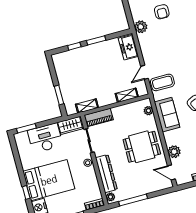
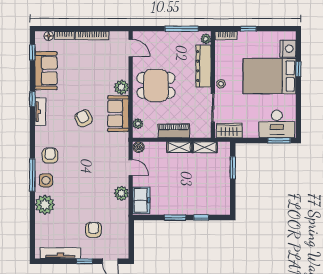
plant: (141, 27) -> (121, 193), moved
door: (145, 72) -> (131, 167), hinge flipped
coffee table: (162, 82) -> (114, 151), removed
boiler: (143, 91) -> (139, 147), added
shelving: (127, 95) -> (179, 147), moved
piano: (99, 117) -> (174, 131), moved
desk: (45, 138) -> (277, 124), moved
plant: (174, 152) -> (121, 87), moved

